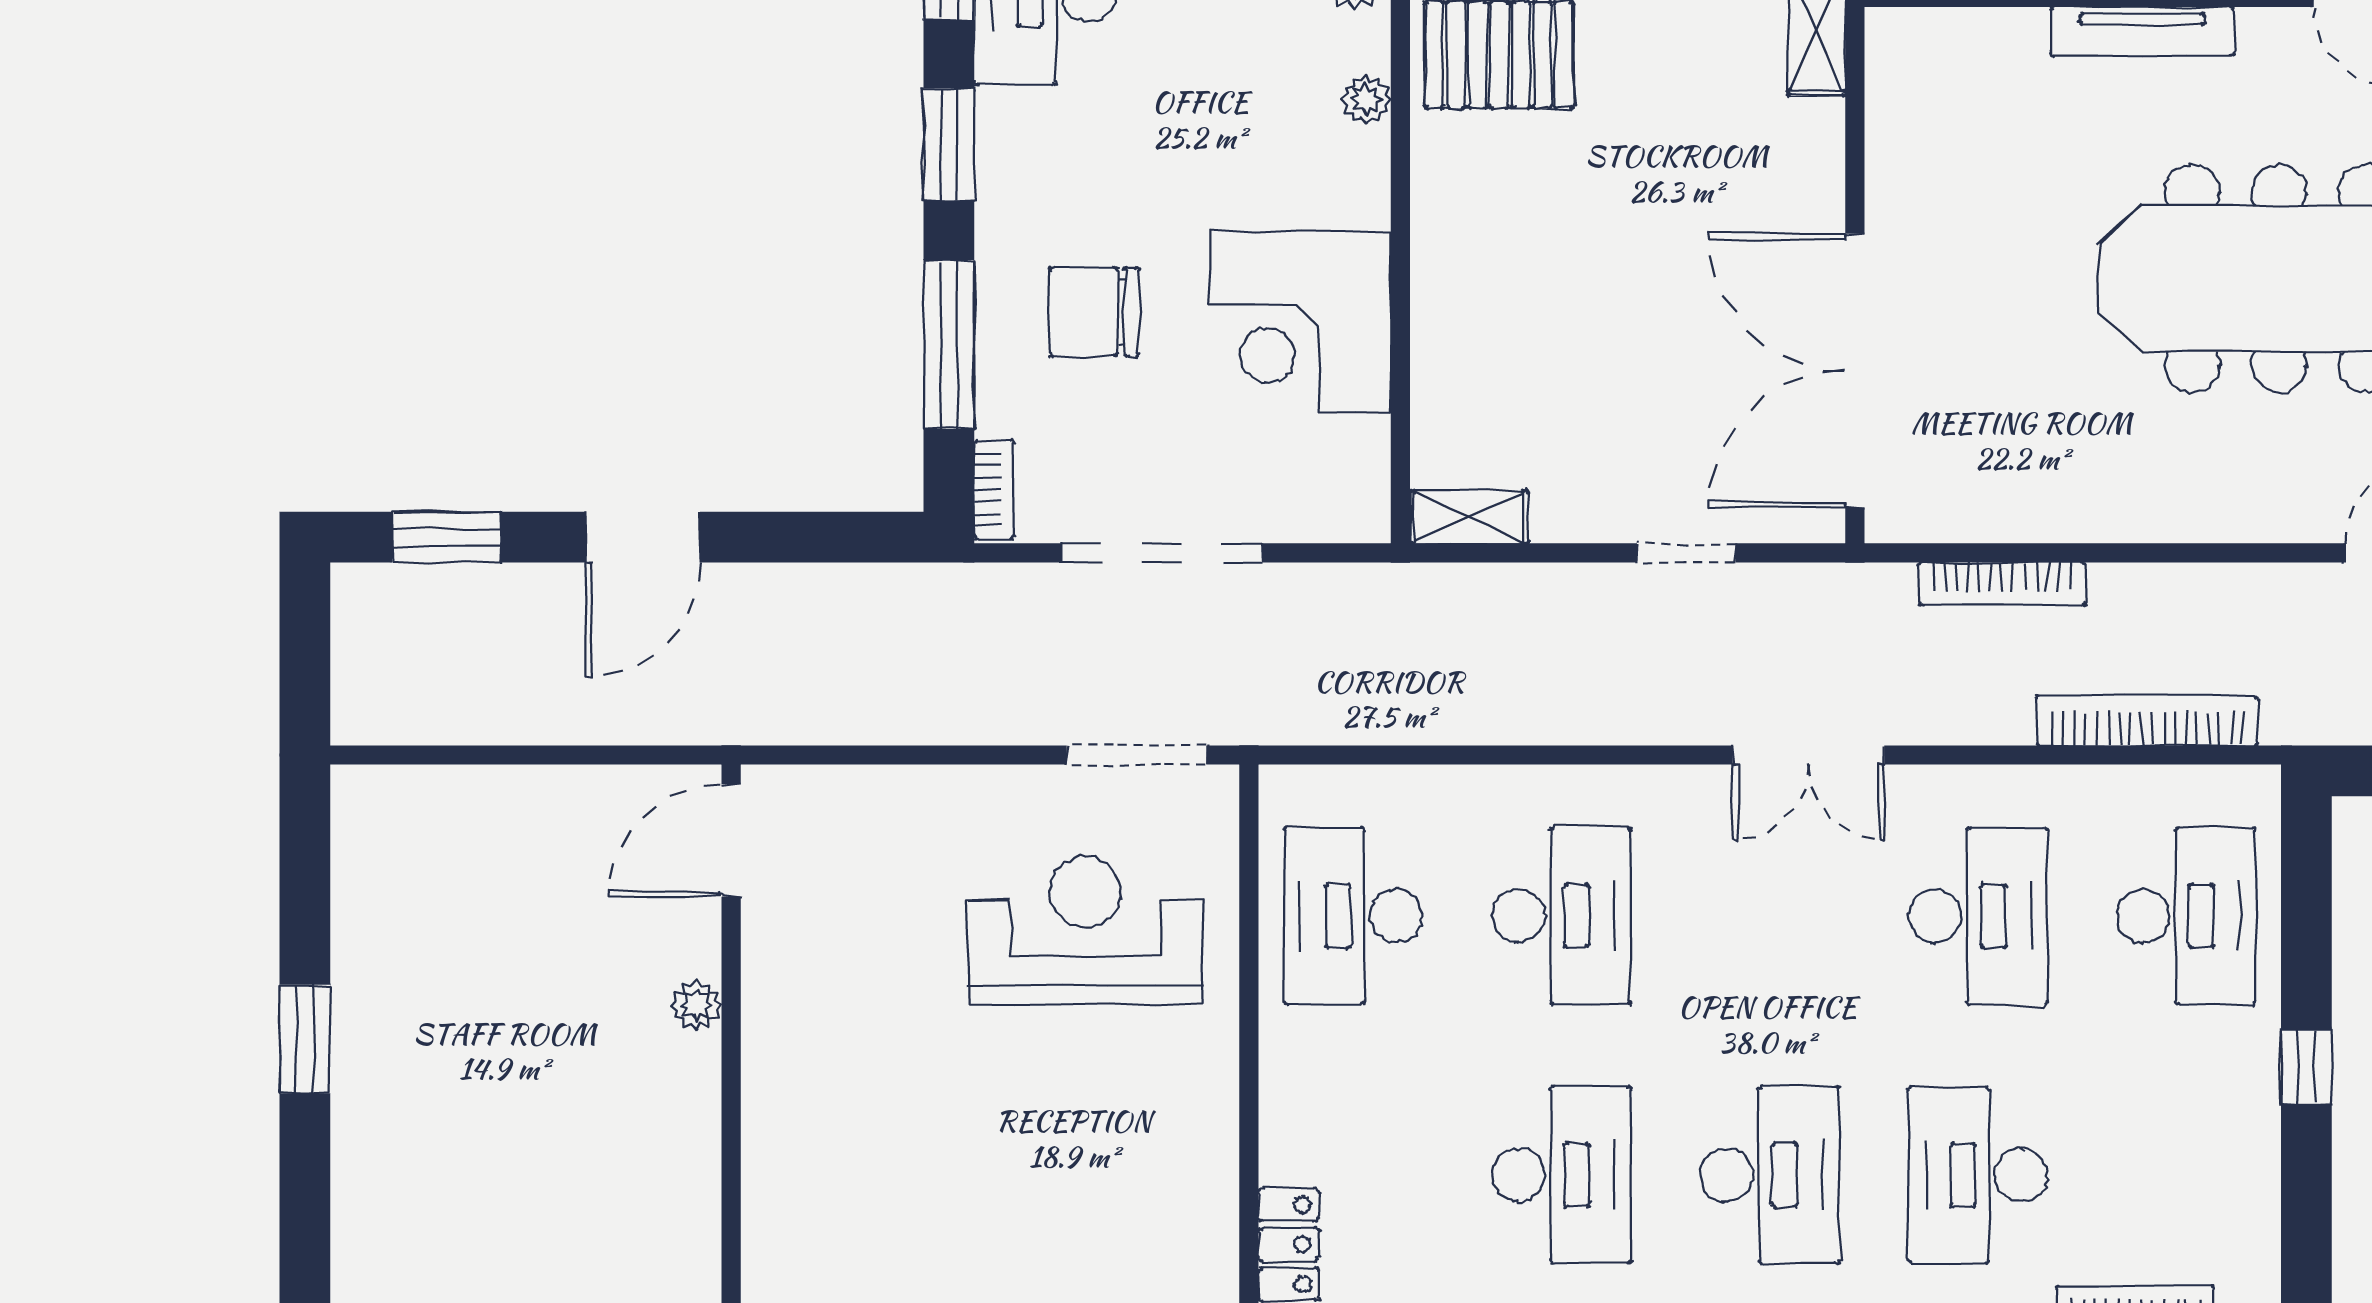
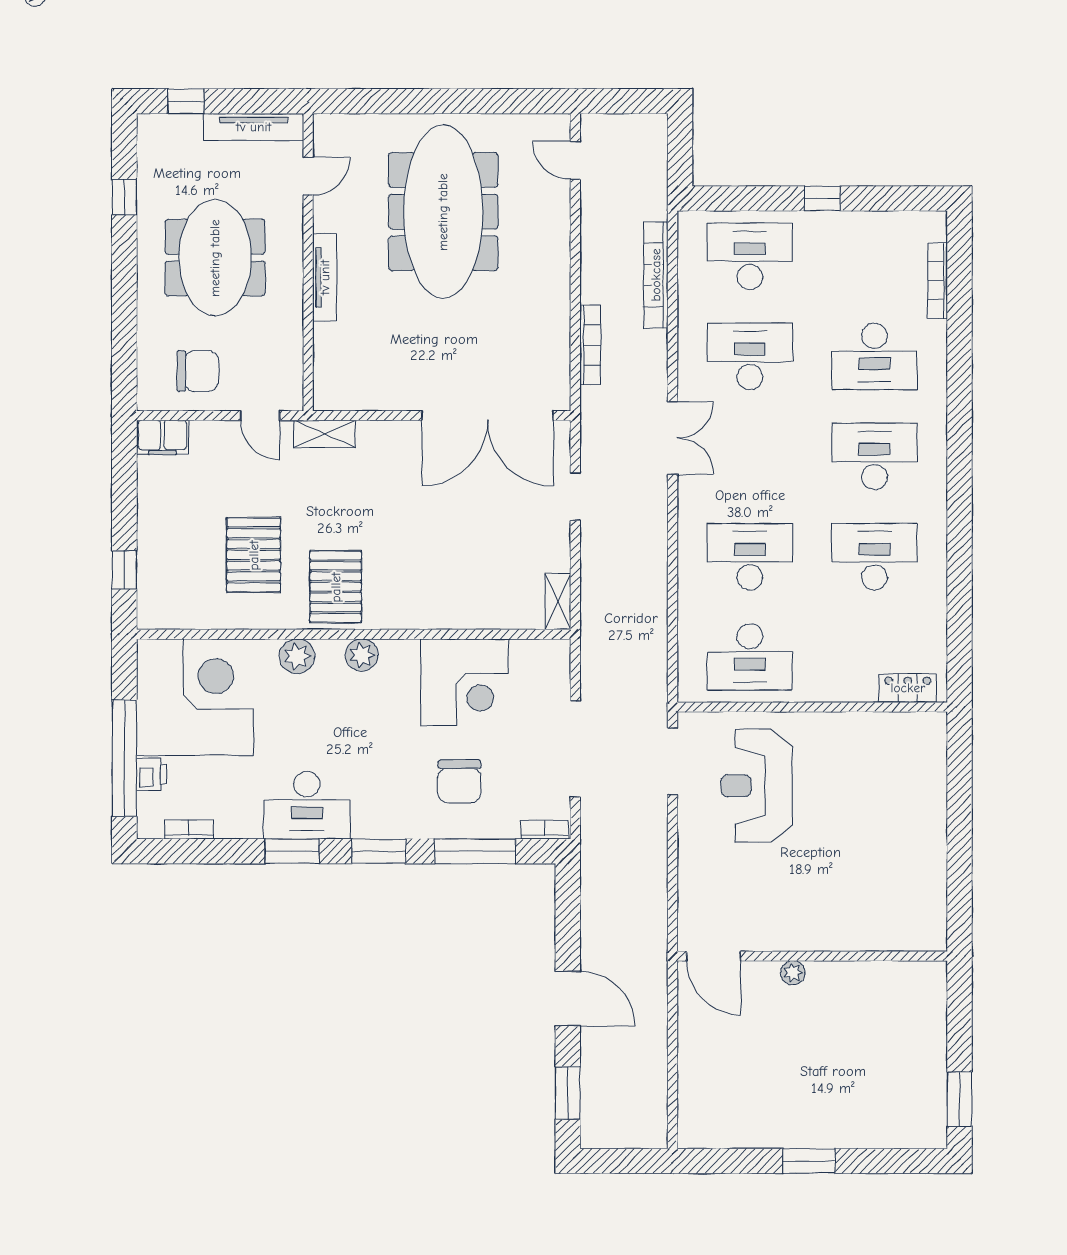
plant: (1366, 99) -> (362, 655), width x1.38, depth x1.38

